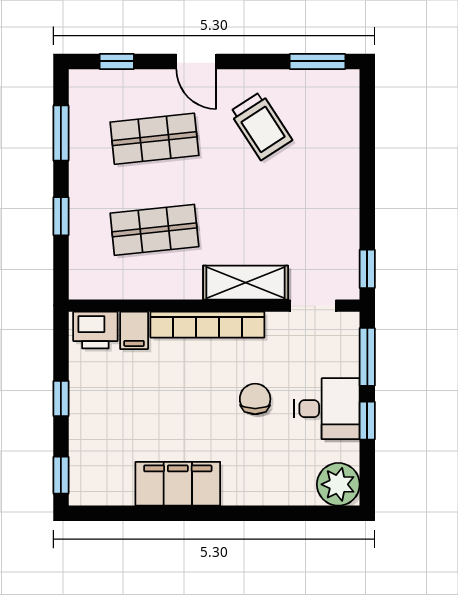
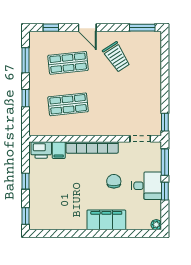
shelving: (246, 283) -> (110, 128), removed
filing cabinet: (178, 484) -> (106, 220), moved
plant: (338, 484) -> (156, 225), width x0.53, depth x0.53

